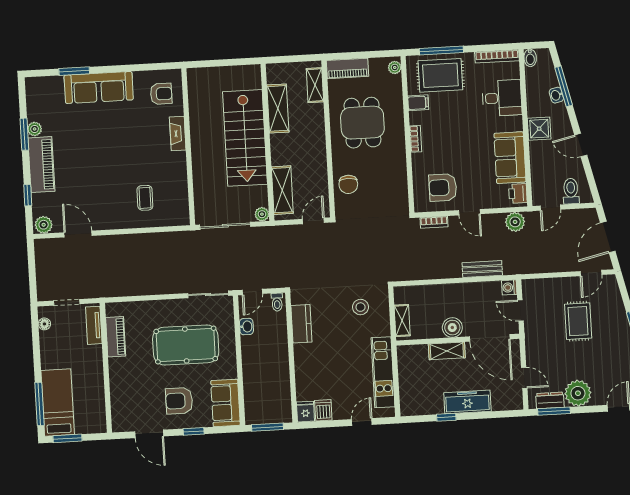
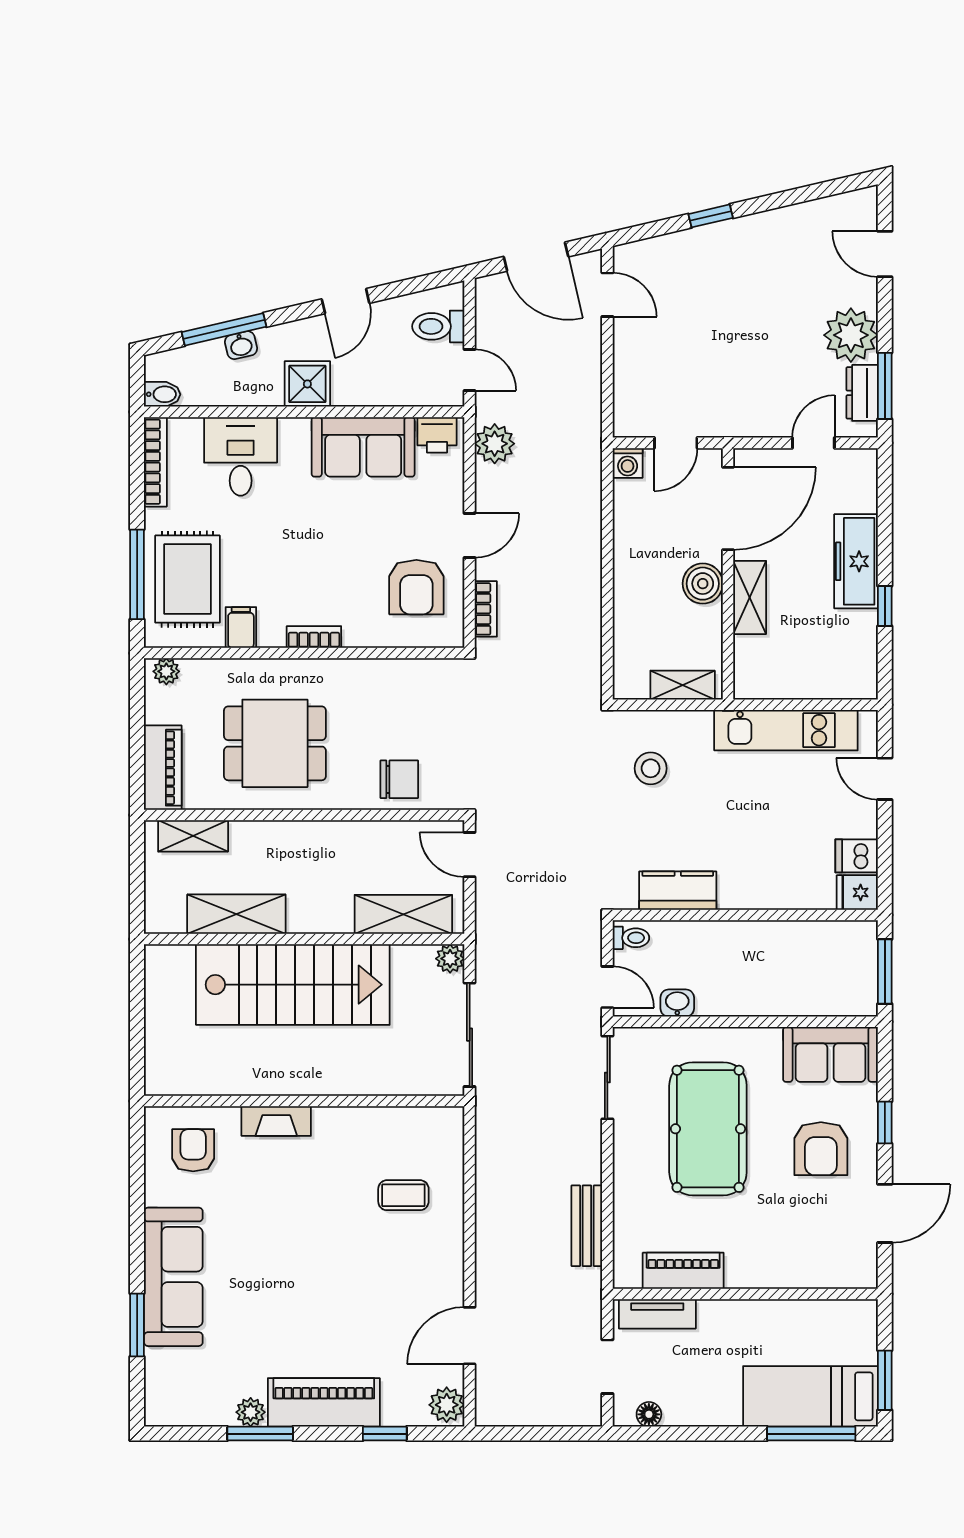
bench: (482, 269) -> (587, 1226), moved
rug: (578, 321) -> (704, 327), removed

